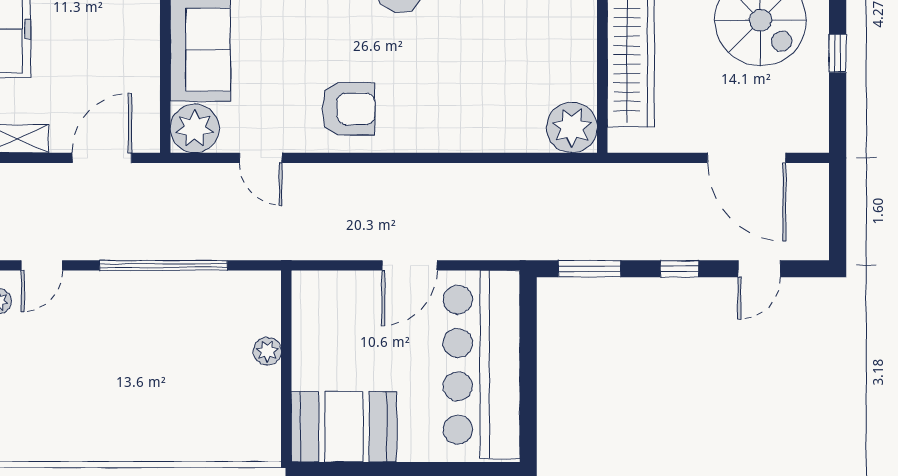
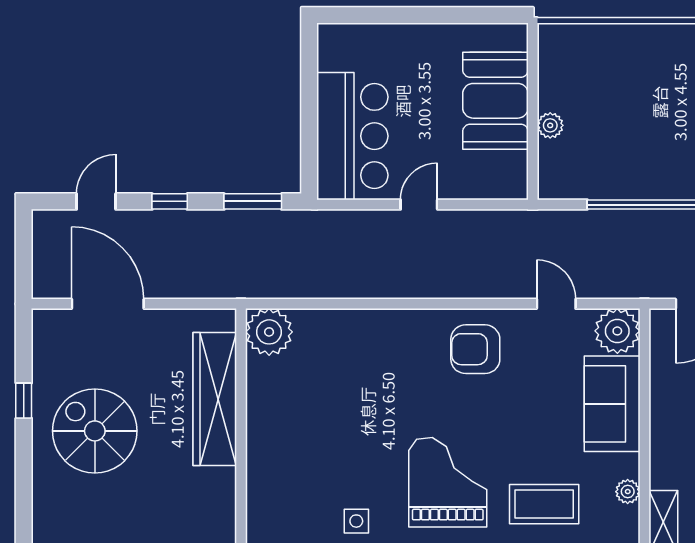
door: (410, 265) -> (419, 205), width x0.73
bar counter: (482, 365) -> (352, 136), width x0.73
booth: (344, 427) -> (495, 101), moved, turned 90

